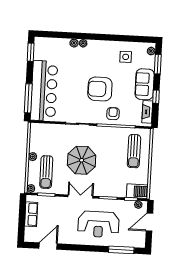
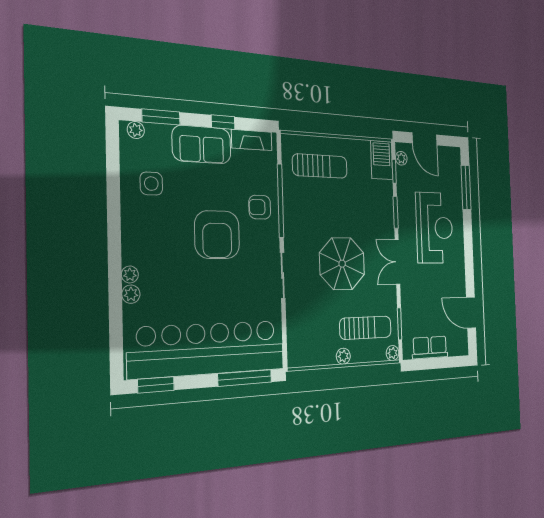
bar counter: (44, 91) -> (208, 349), width x1.36

